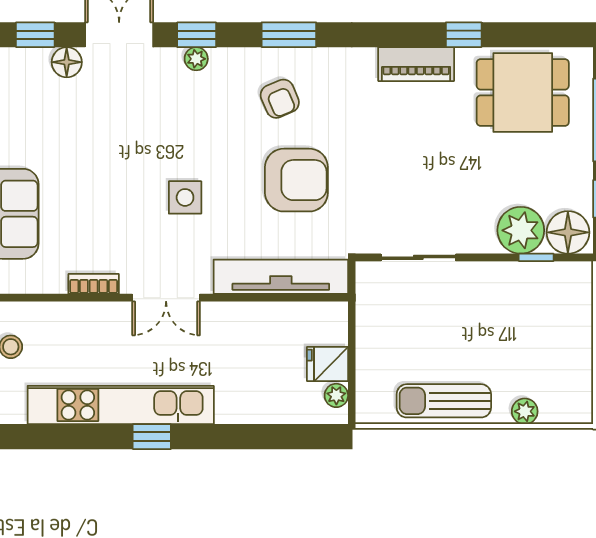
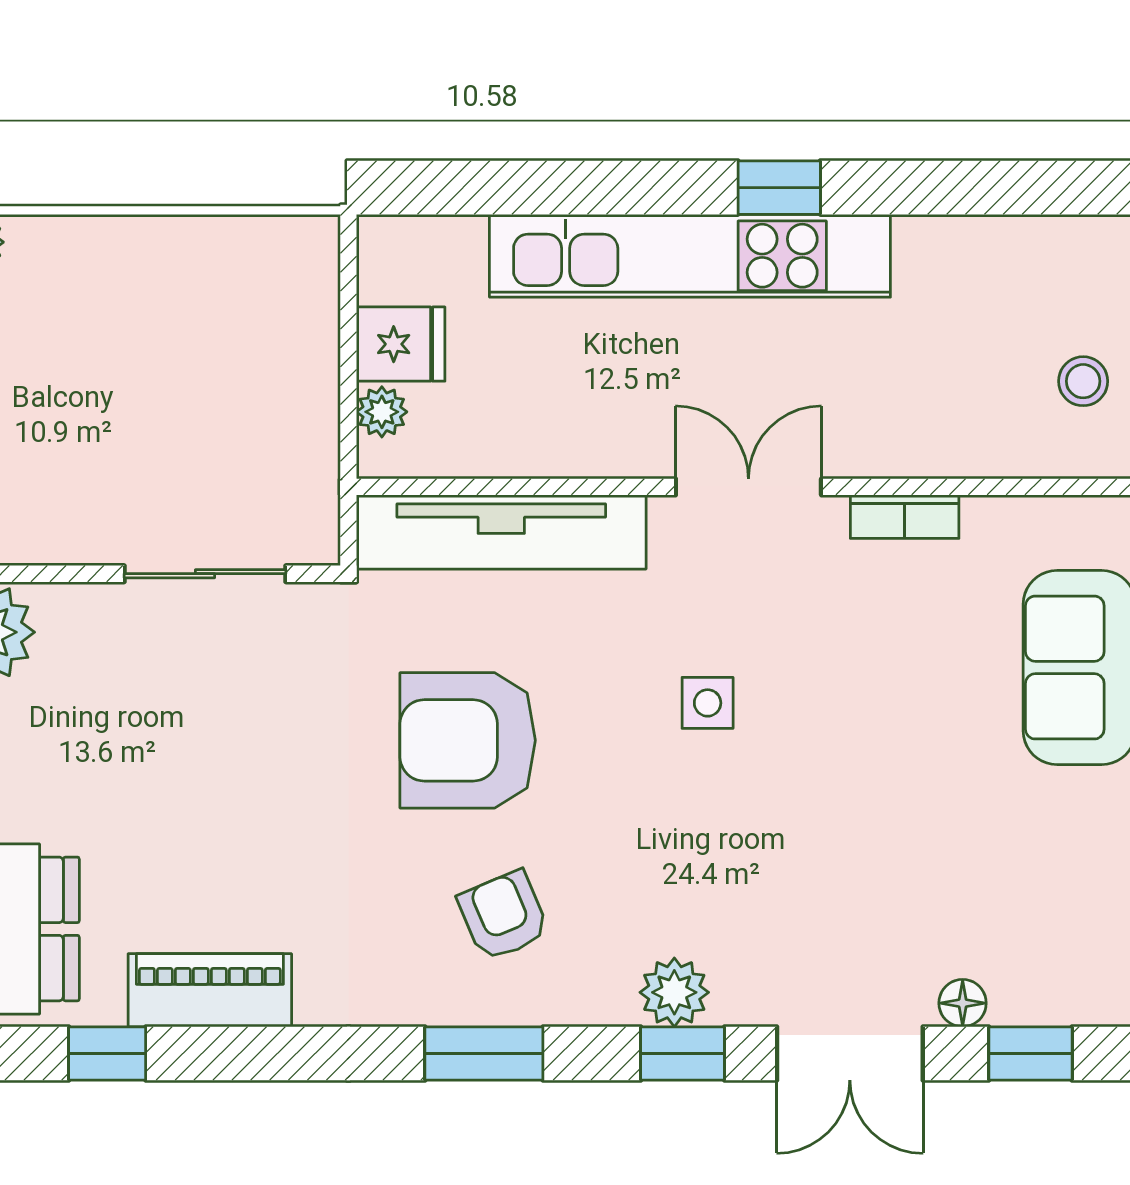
plant: (196, 59) -> (674, 992), width x1.38, depth x1.38
floor lamp: (67, 62) -> (963, 1003), width x0.73, depth x0.73
side table: (185, 197) -> (708, 703), width x0.73, depth x0.73
plant: (336, 395) -> (382, 412), moved
sun lounger: (444, 401) -> (150, 265), removed
kitchen unit: (121, 405) -> (690, 256), moved

